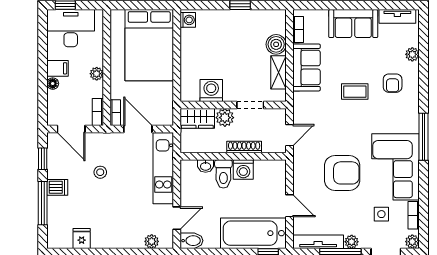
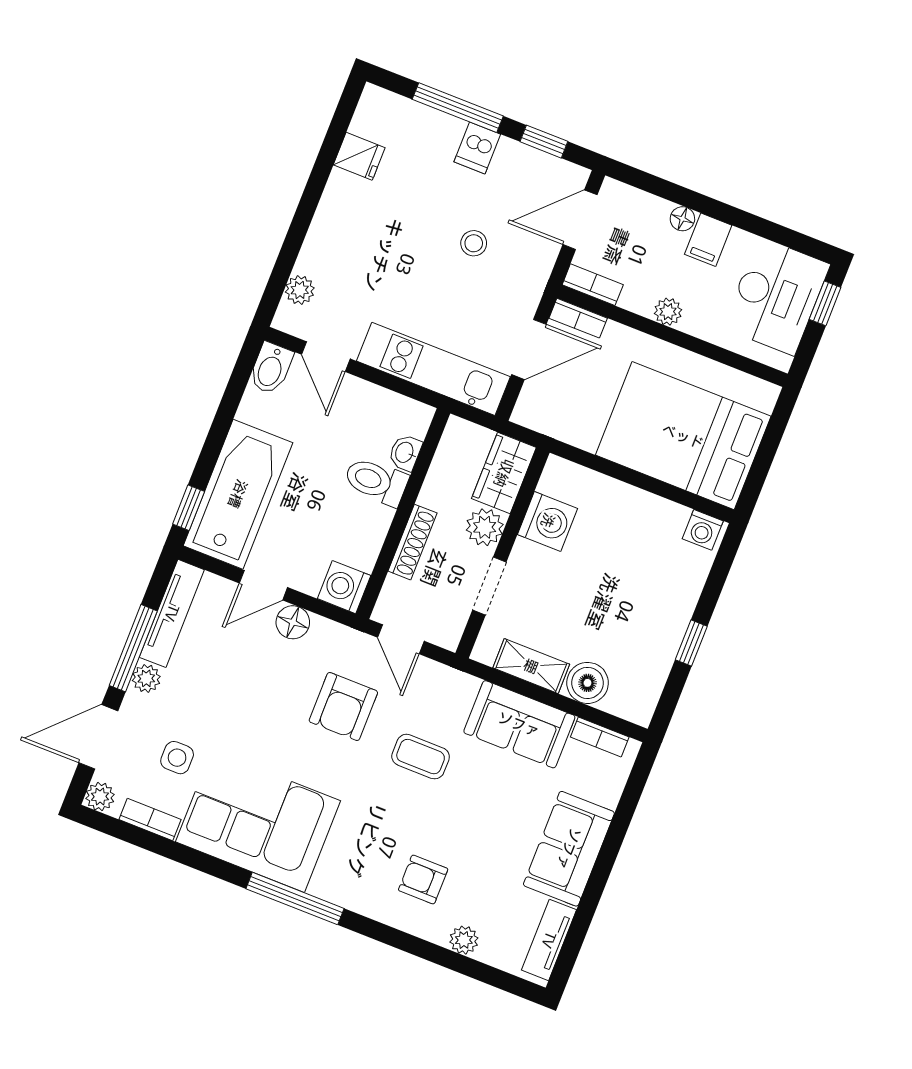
coffee table: (355, 92) -> (421, 757), moved, turned 90
washing machine: (243, 170) -> (344, 587), moved
armchair: (342, 173) -> (343, 706), moved, width x0.73, depth x0.73
floor lamp: (301, 186) -> (293, 622), added

